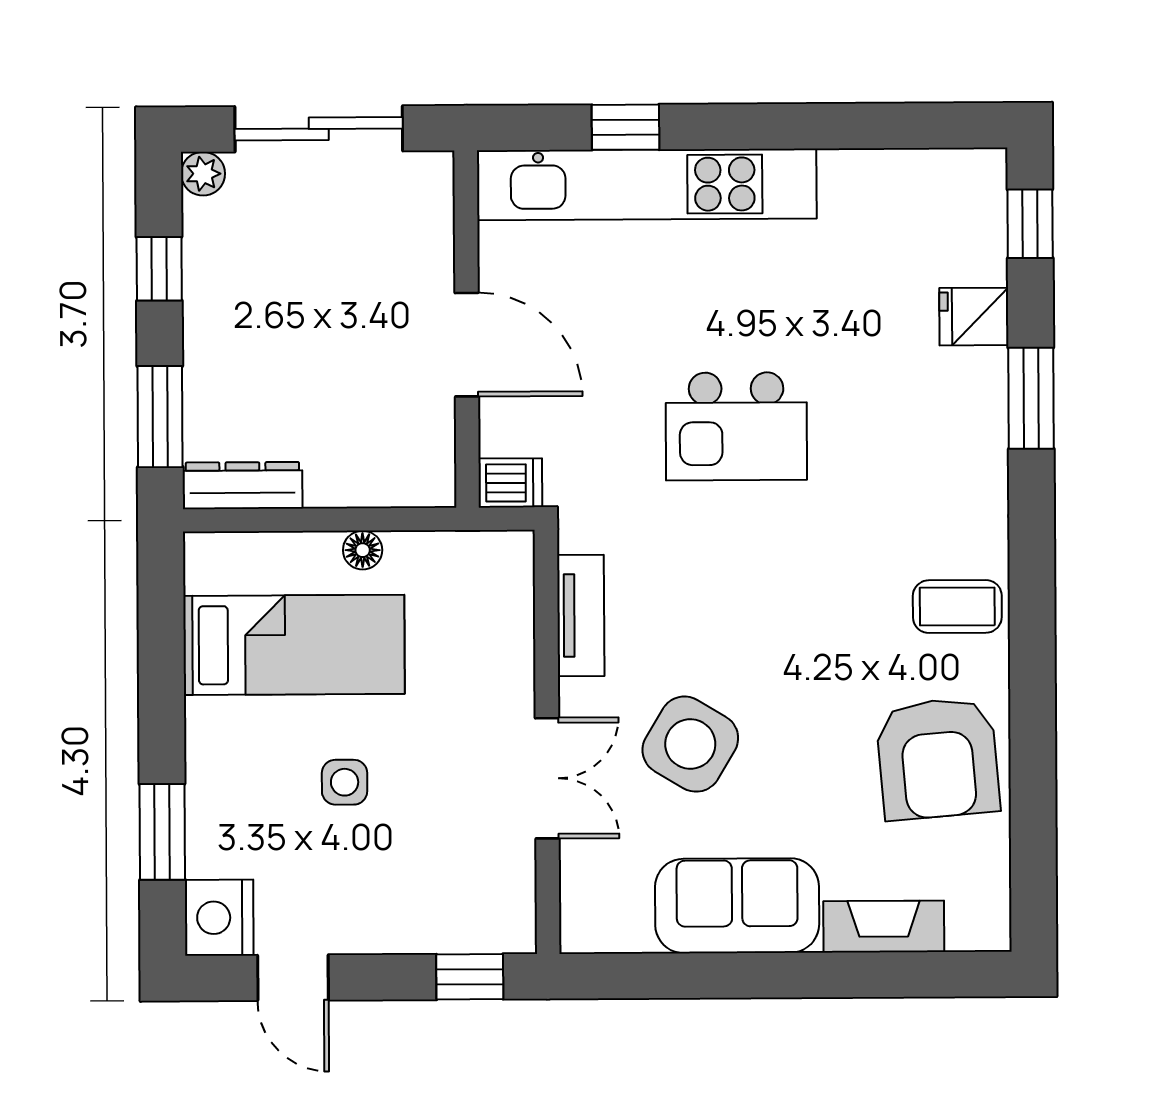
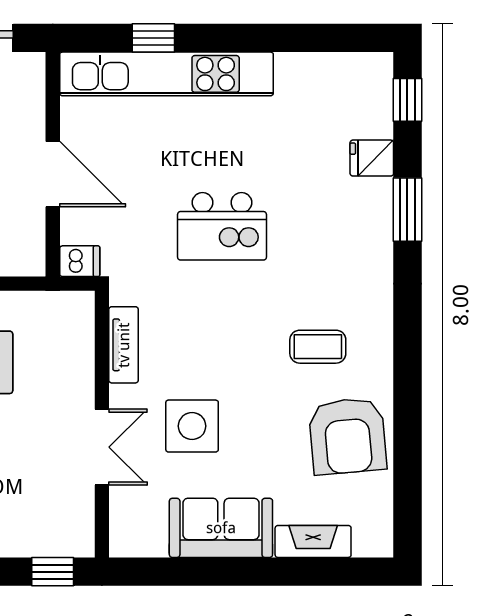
coffee table: (957, 607) -> (318, 347), moved
side table: (690, 744) -> (192, 426), turned -31

